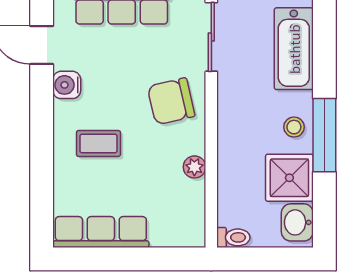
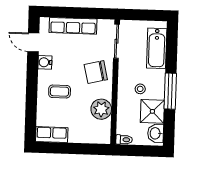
stool: (294, 127) -> (140, 89), moved
plant: (194, 167) -> (101, 109), width x1.87, depth x1.87
row of seats: (101, 232) -> (52, 135), width x0.68

